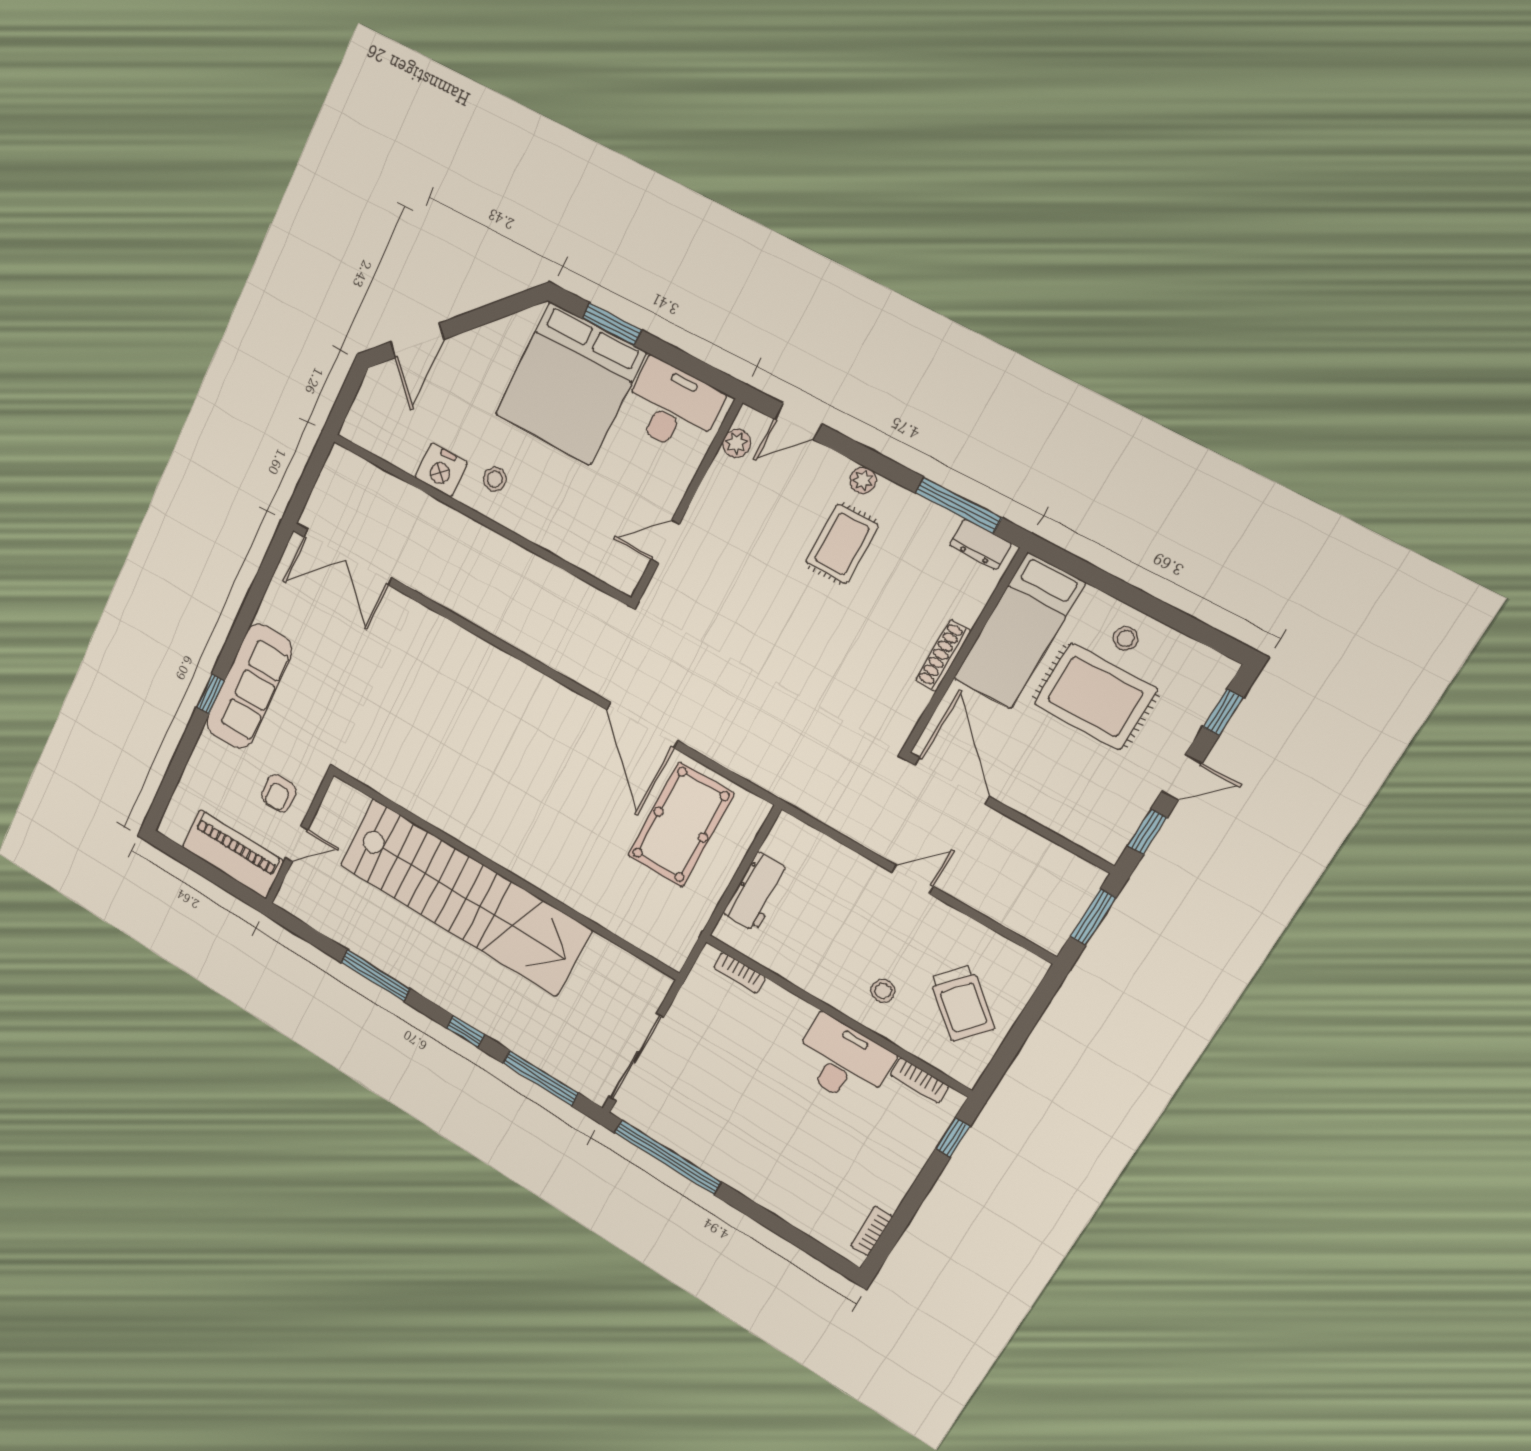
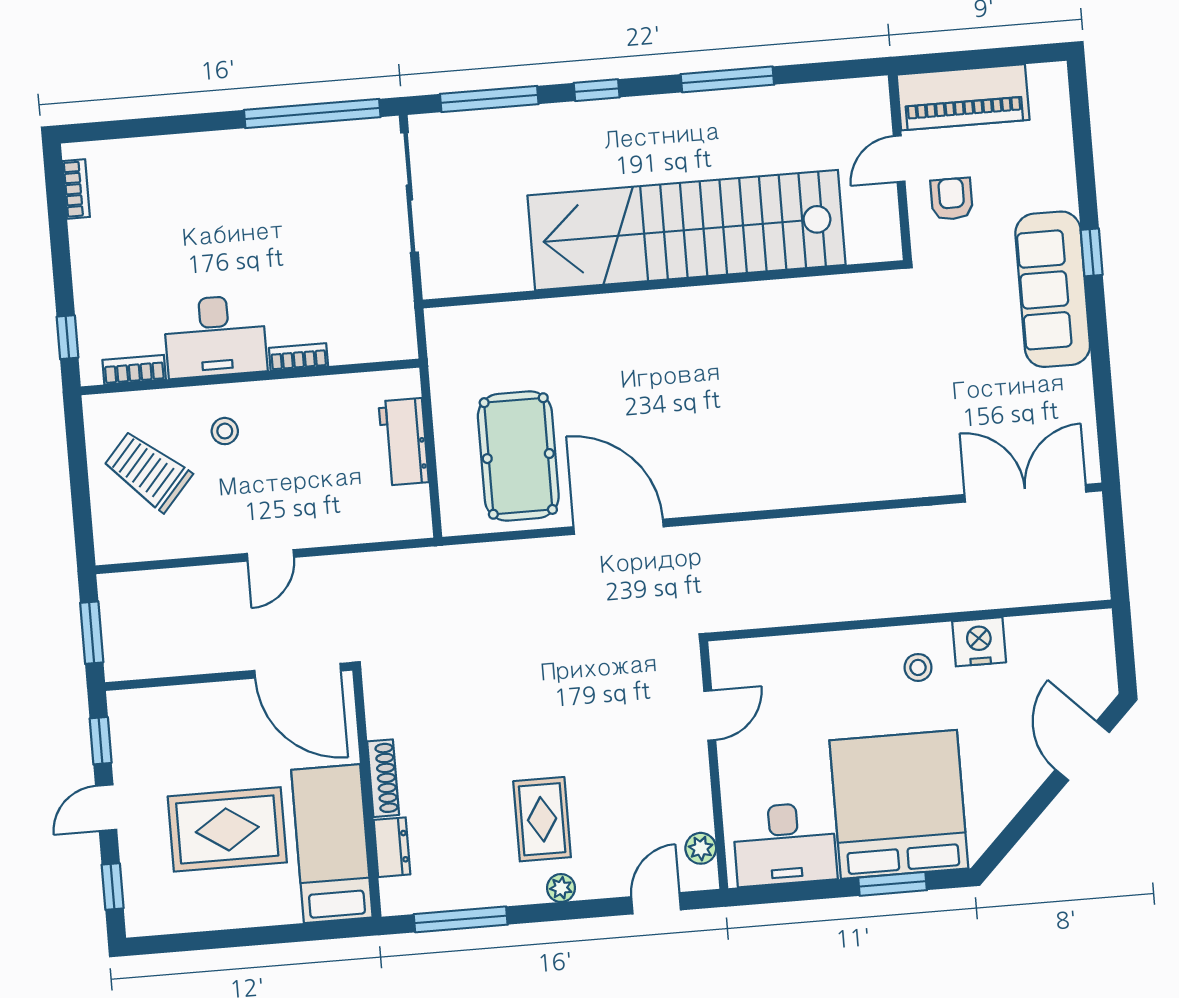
dresser: (980, 544) -> (392, 847), moved, turned 90
stool: (1126, 638) -> (237, 896), removed
bookcase: (740, 973) -> (298, 357), moved

